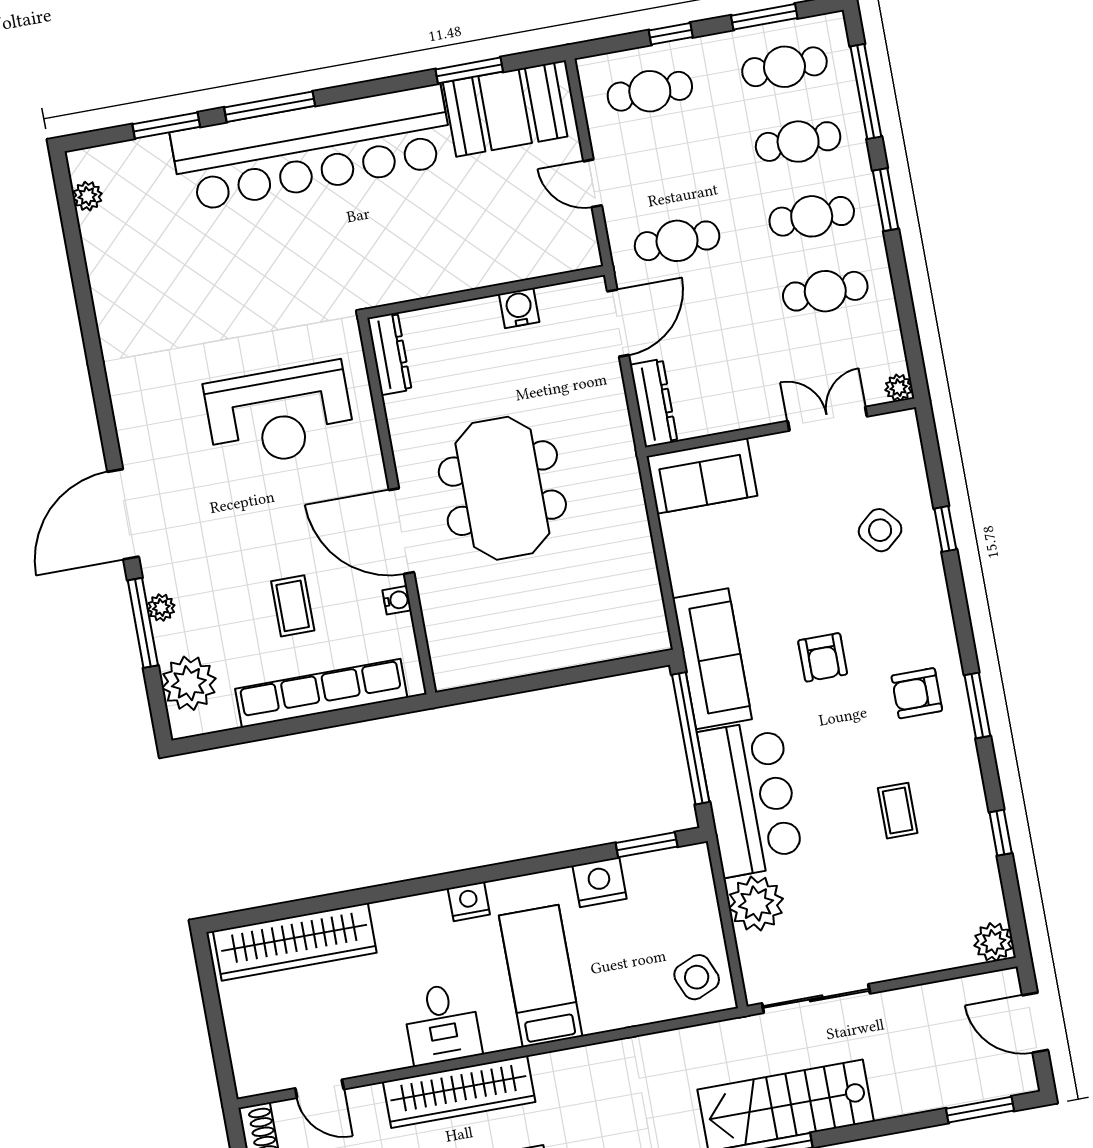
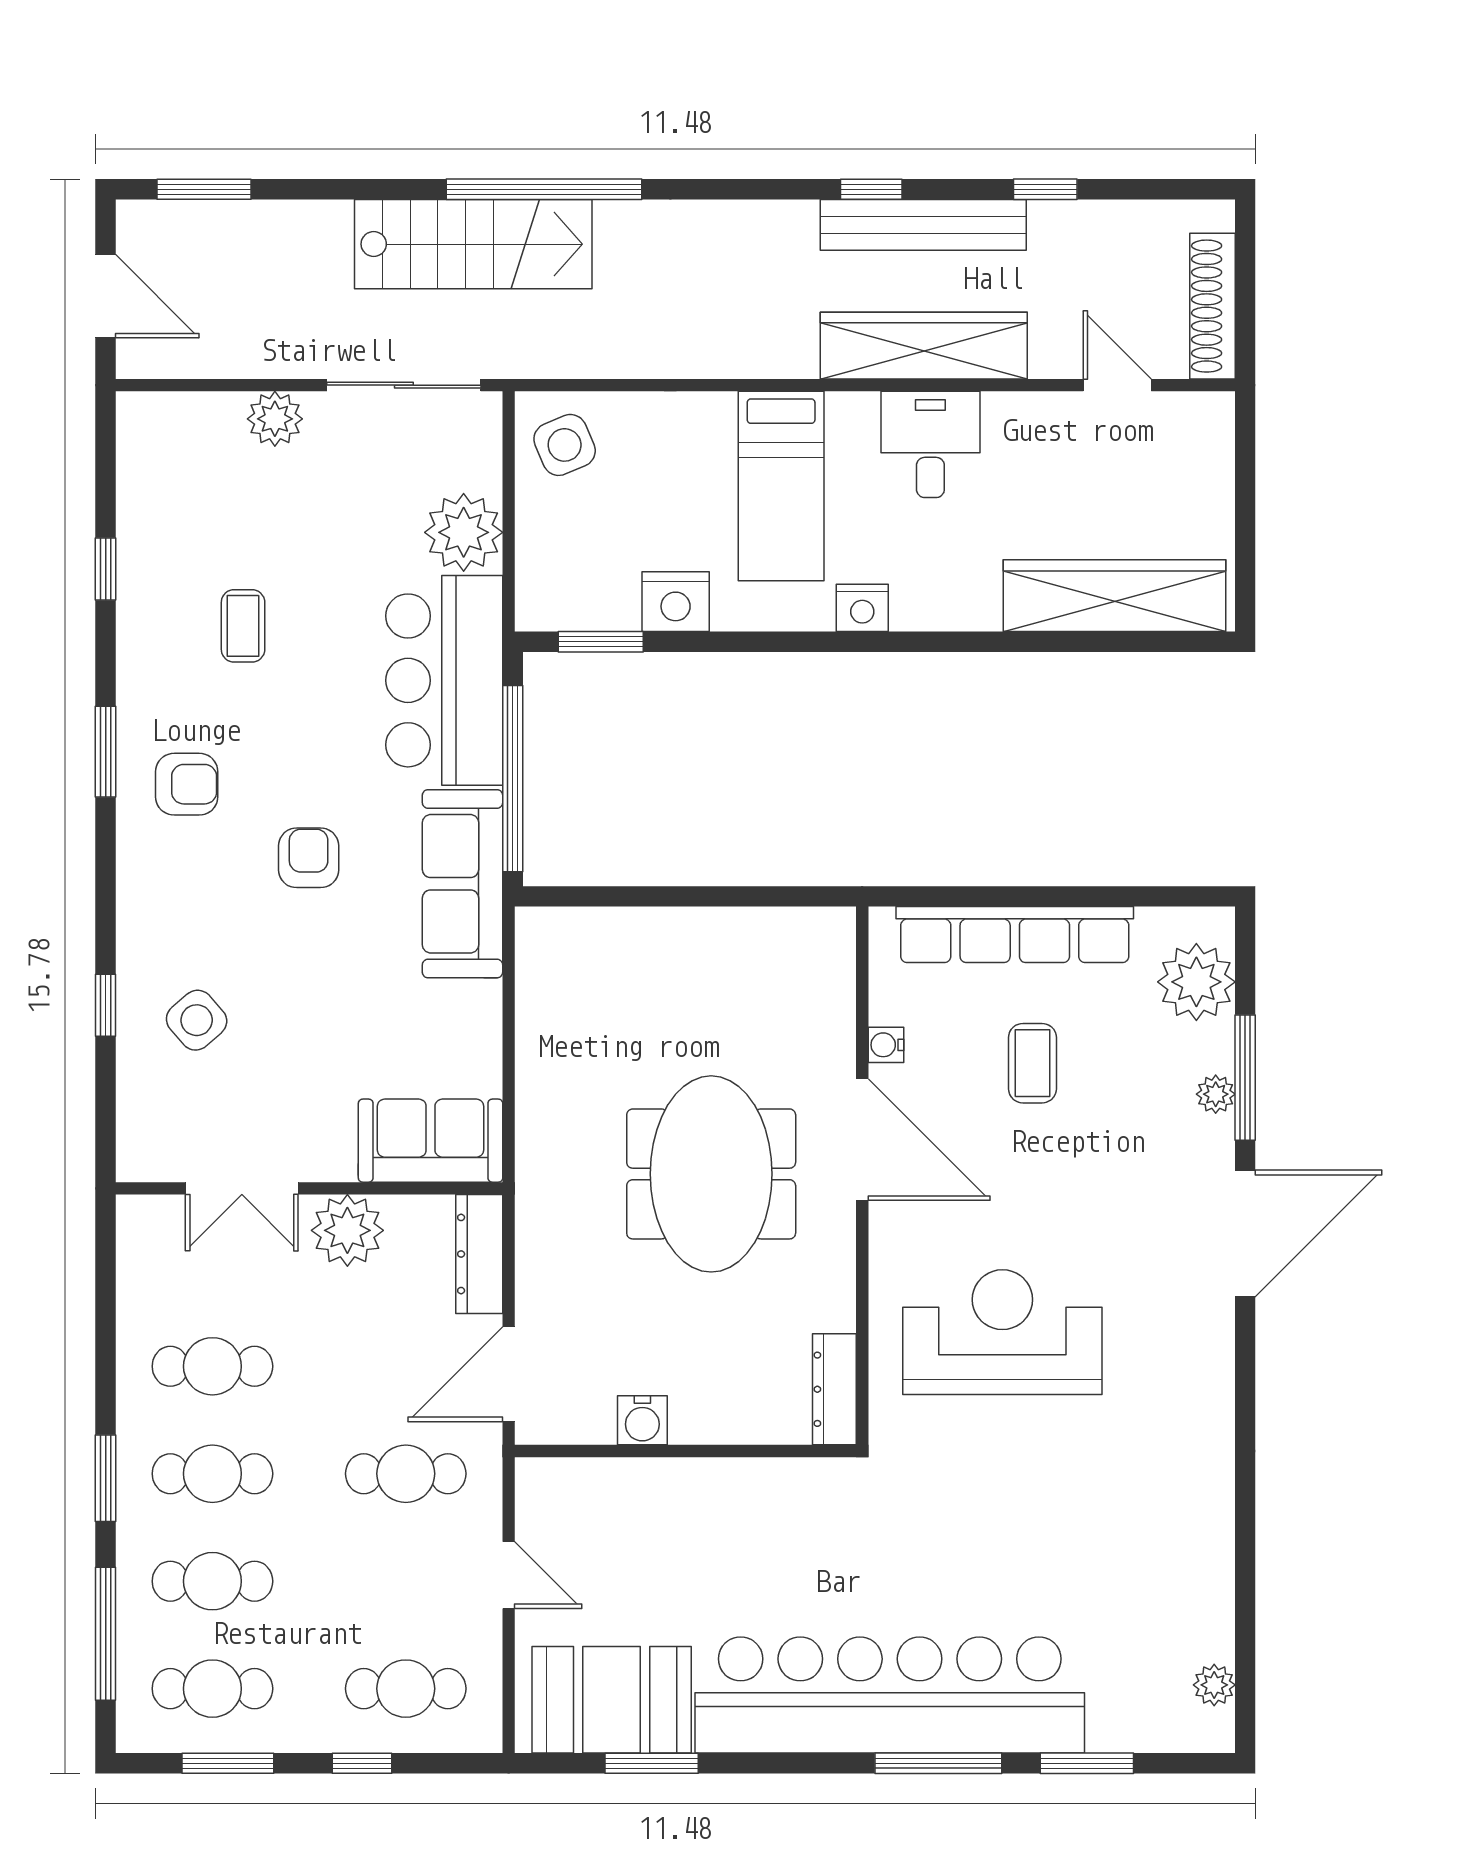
plant: (899, 388) -> (347, 1230), moved, width x1.87, depth x1.87
plant: (993, 942) -> (275, 419), moved

